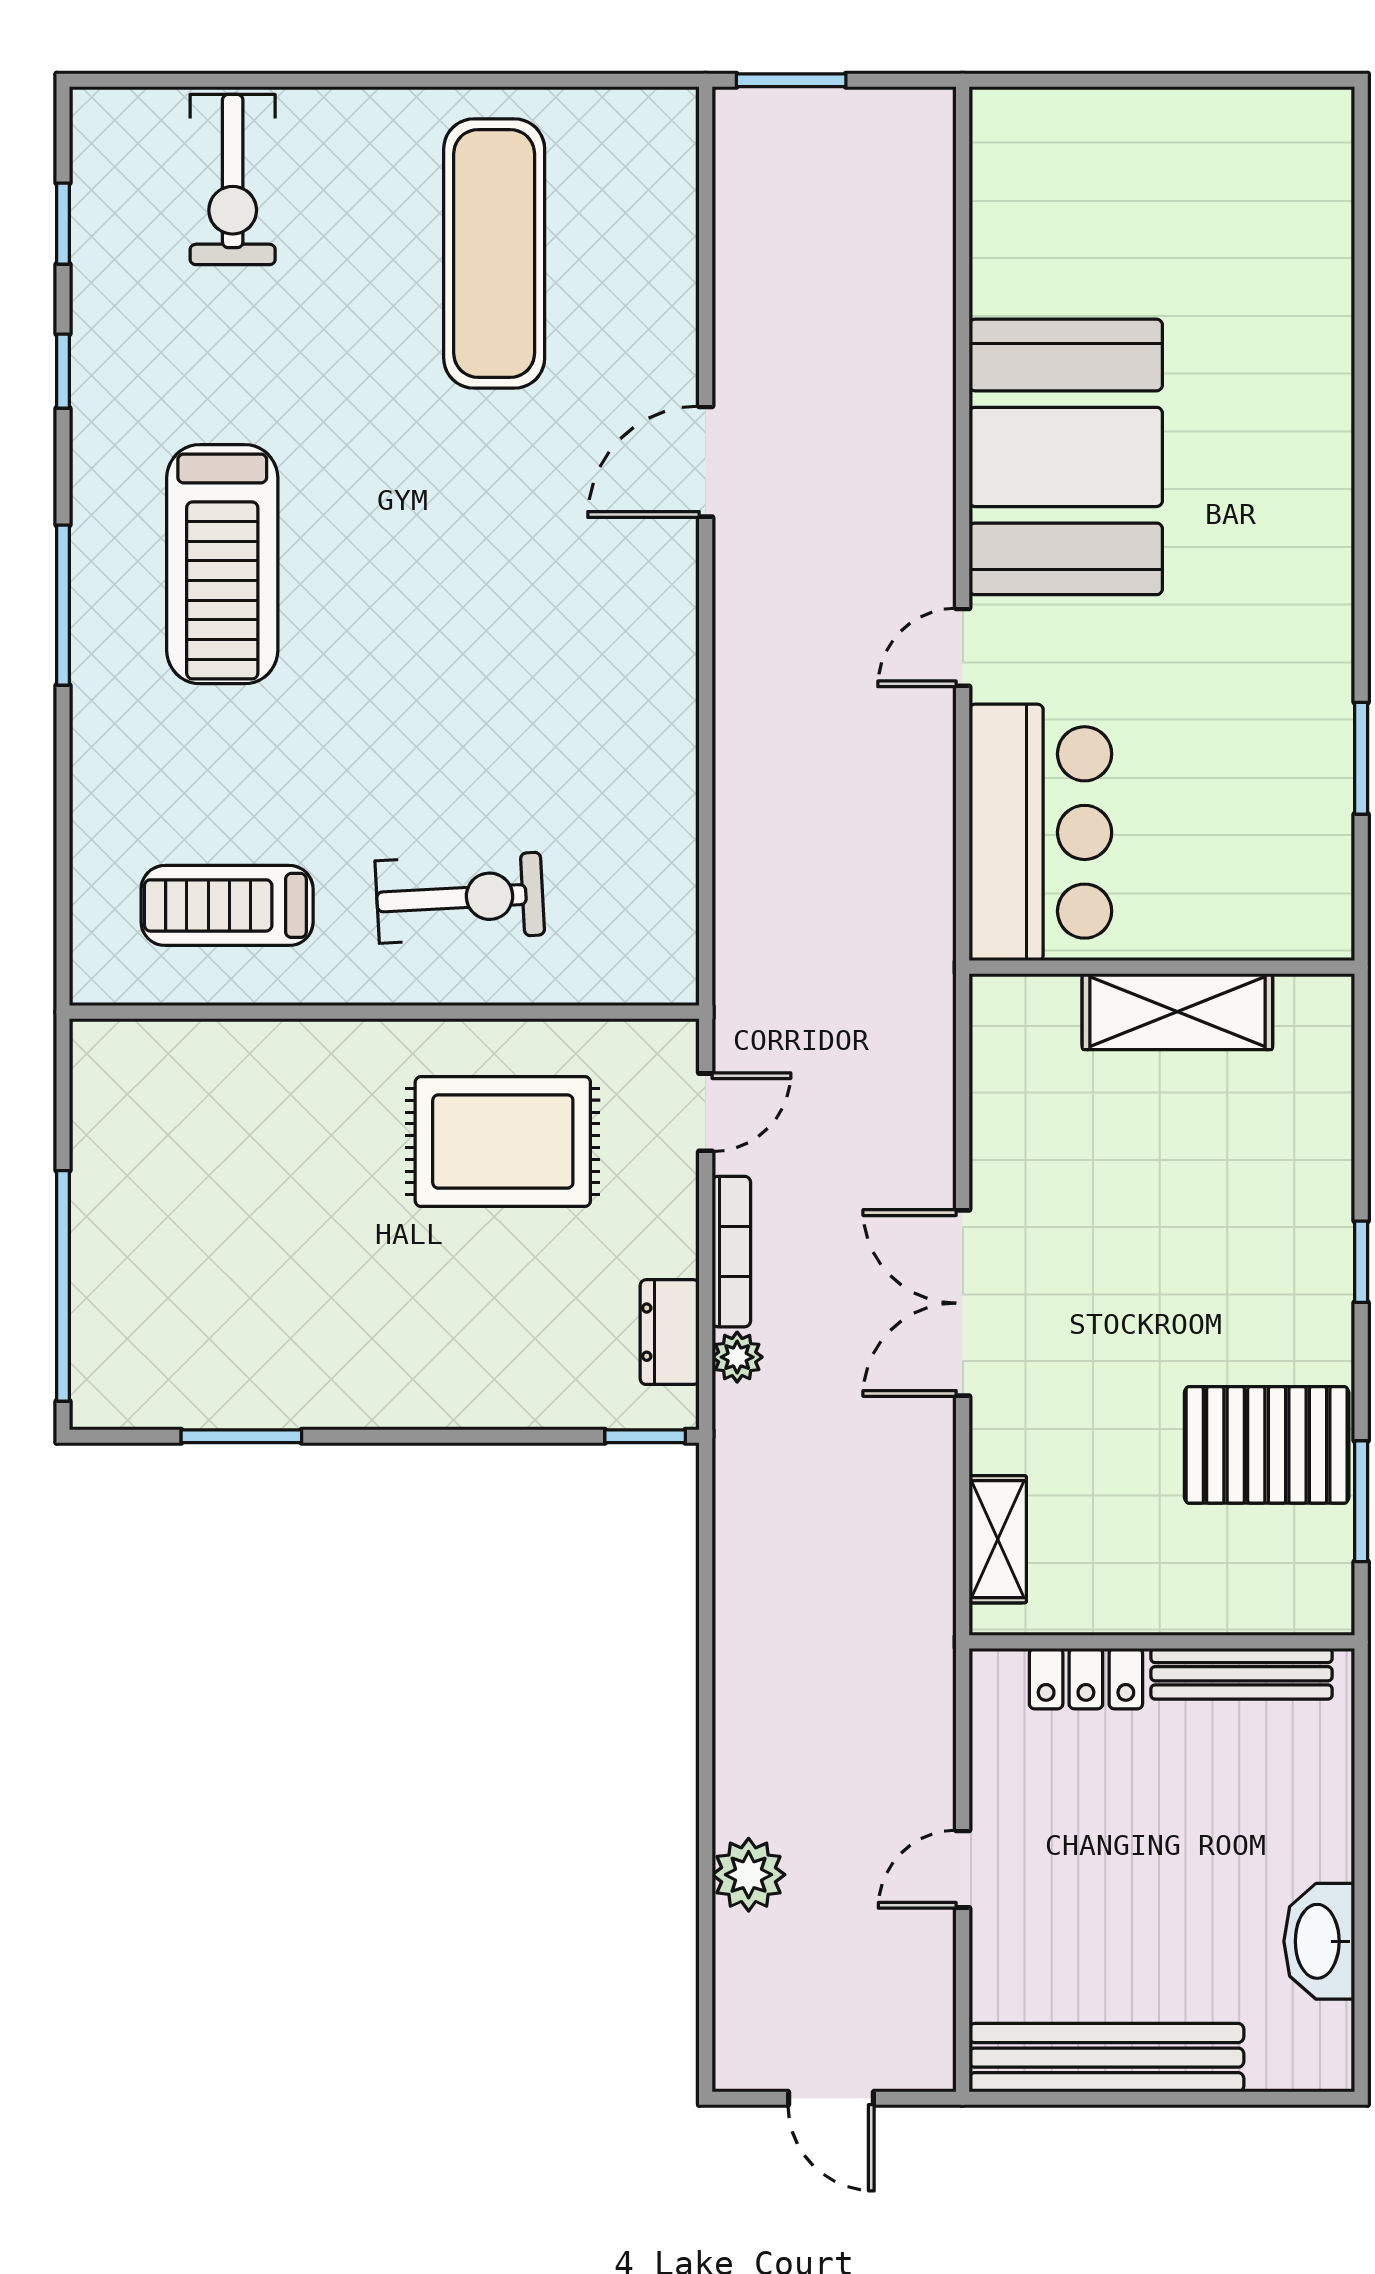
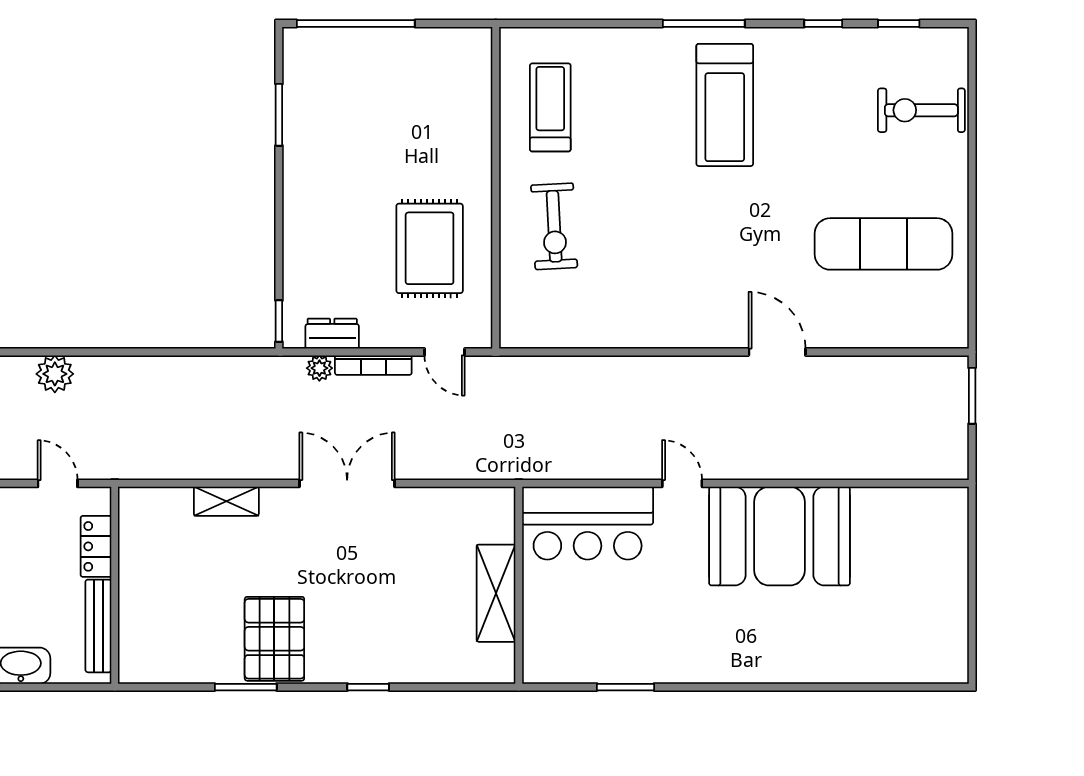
treadmill: (222, 564) -> (725, 105), turned -90
wall: (1162, 1642) -> (115, 585), moved
bench: (1242, 1674) -> (98, 626), moved
locker: (1086, 1679) -> (96, 546), moved

